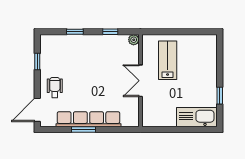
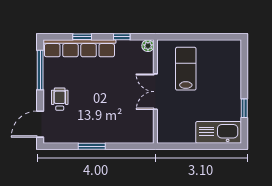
window: (37, 61) -> (40, 70), width x2.17
row of seats: (88, 119) -> (79, 48), moved, turned 180

